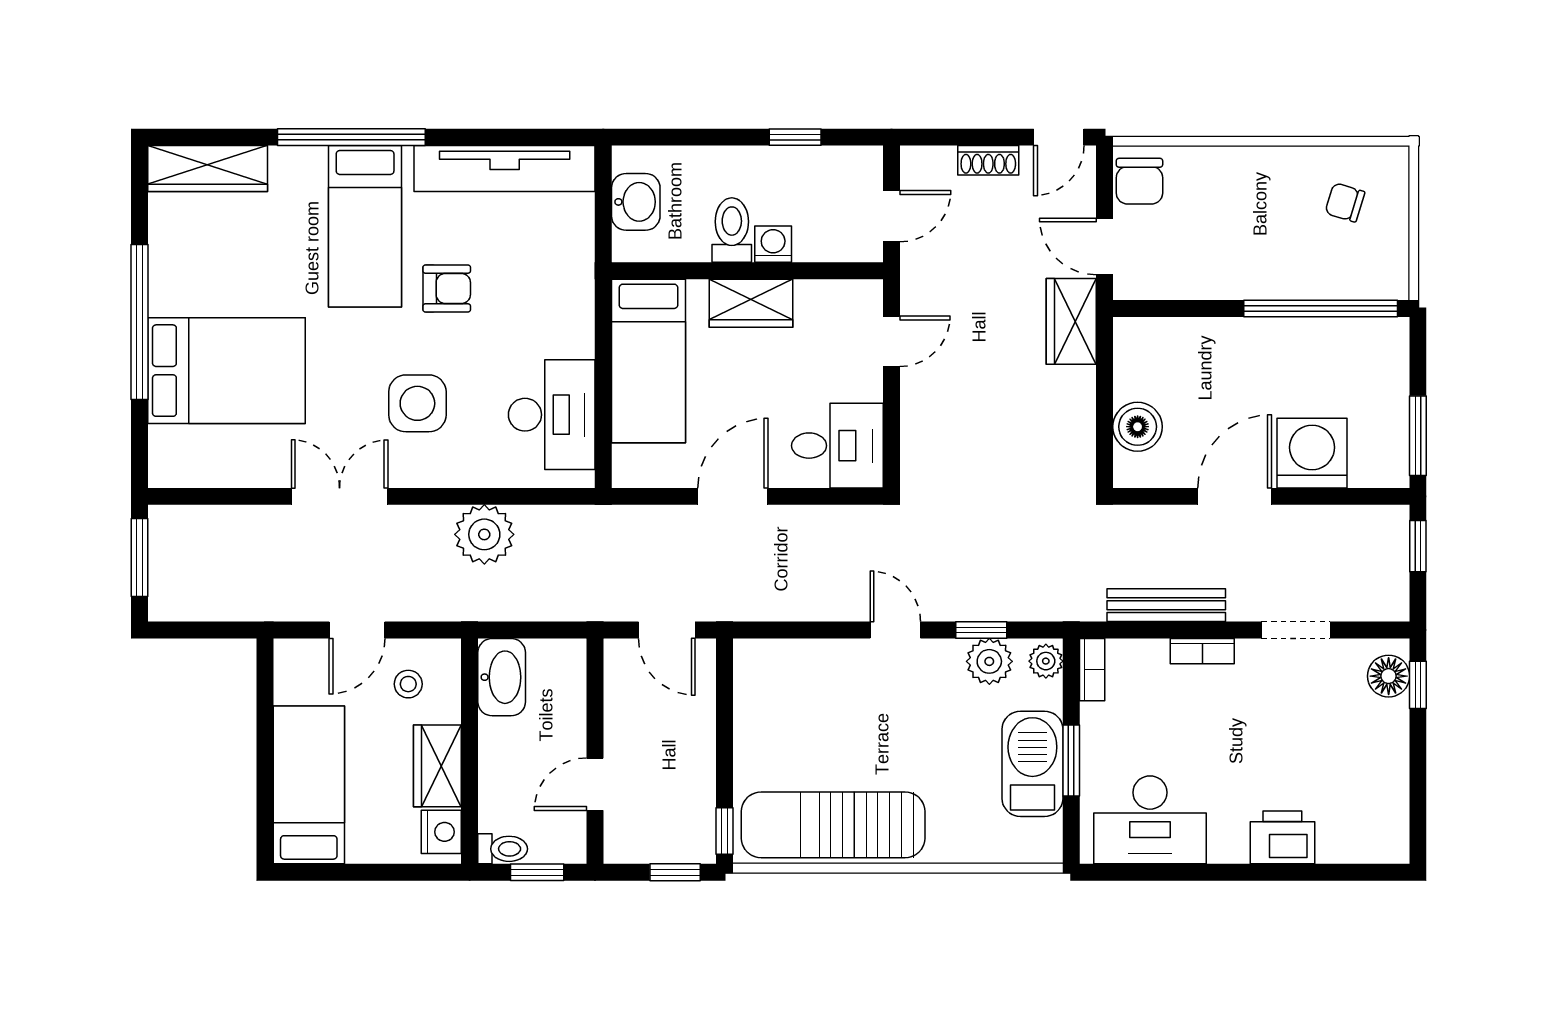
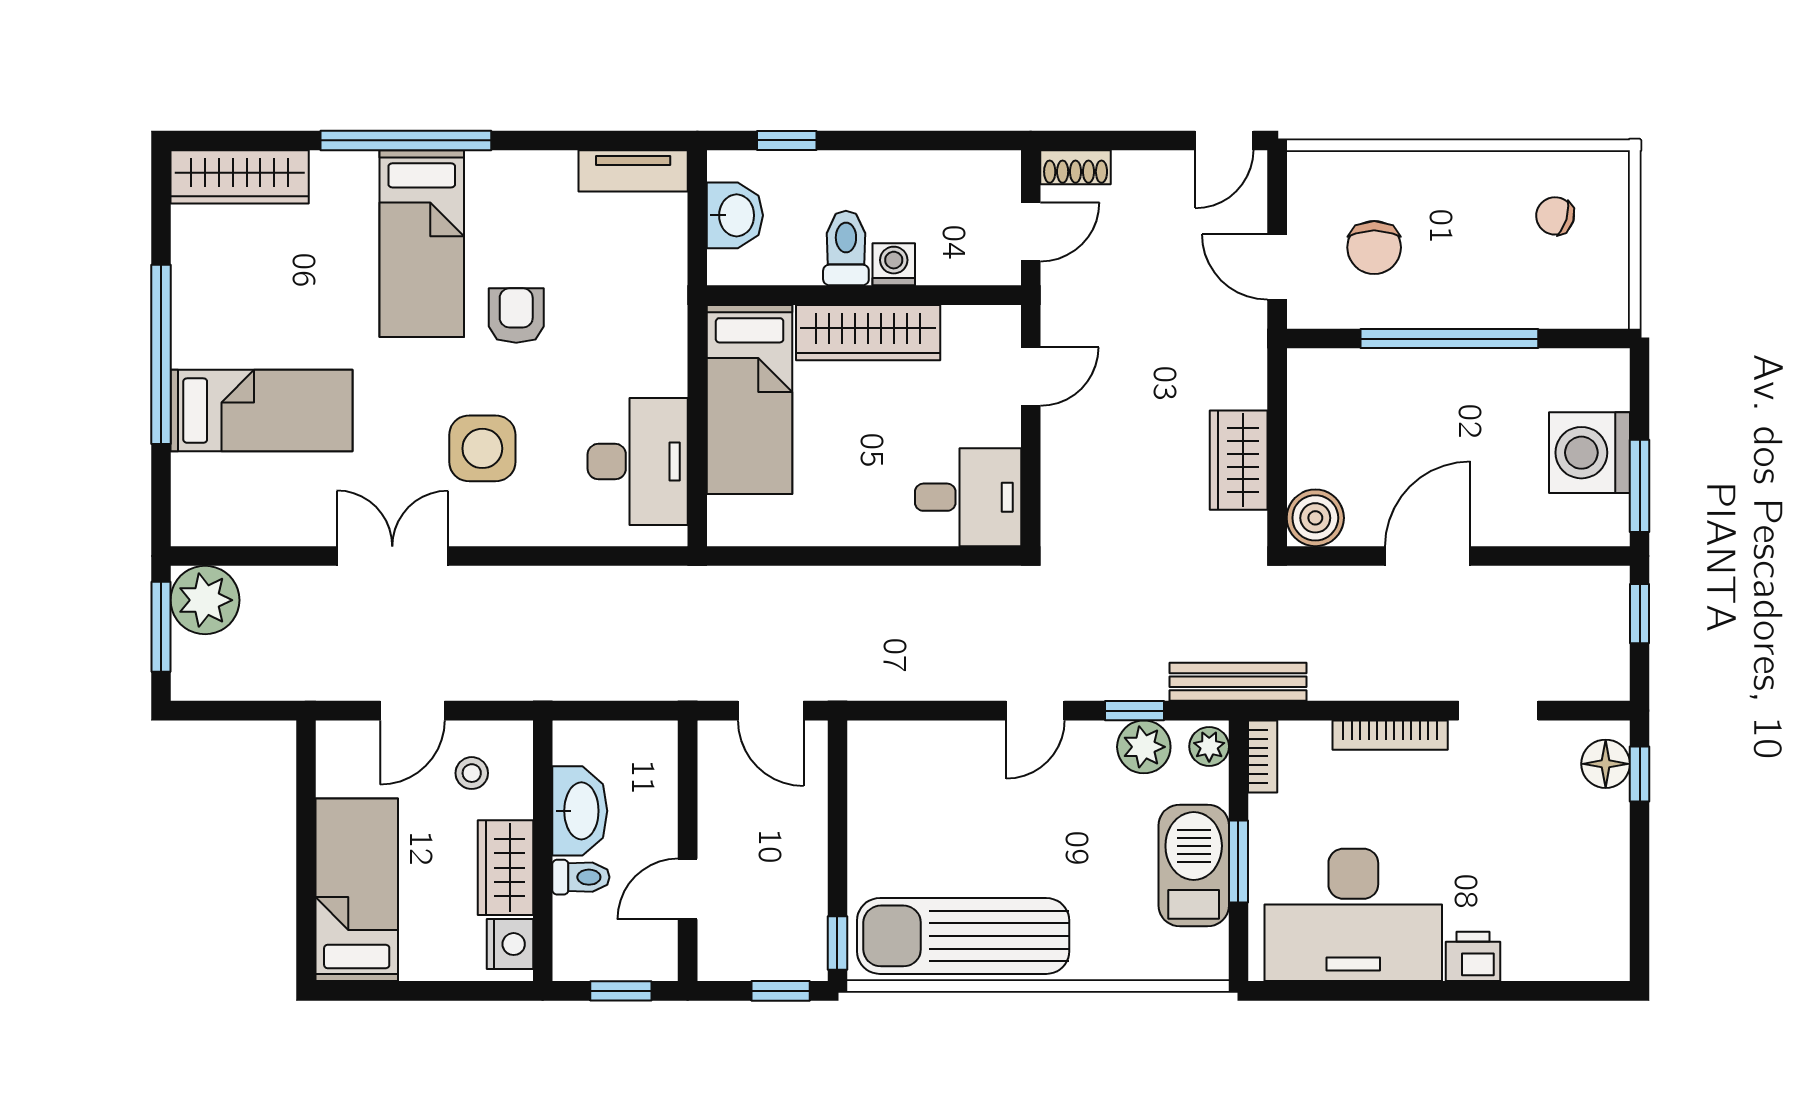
window: (795, 137) -> (787, 140), moved
shoe rack: (988, 160) -> (1076, 167), moved
tv unit: (505, 169) -> (633, 171), width x0.52, depth x0.78
chair: (1139, 181) -> (1374, 247), moved
armchair: (447, 288) -> (516, 316), turned -90
wardrobe: (751, 303) -> (868, 333), width x1.50
window: (1321, 308) -> (1449, 339), moved
wardrobe: (1071, 321) -> (1239, 460), moved
bed: (226, 371) -> (261, 411), width x0.67
boiler: (1138, 427) -> (1315, 518), moved
washing machine: (1312, 453) -> (1589, 453), moved, turned -90
door: (733, 496) -> (847, 556), removed
plant: (484, 534) -> (205, 600), moved
bench: (1166, 605) -> (1238, 682), moved
door: (895, 630) -> (1035, 711), swing flipped
bookcase: (1202, 651) -> (1390, 735), width x1.56
washbasin: (502, 677) -> (580, 811), moved
desk: (1150, 820) -> (1353, 915), width x1.36, depth x1.30
printer: (1282, 837) -> (1473, 956), width x0.73, depth x0.81
toilet: (503, 849) -> (581, 877), moved

